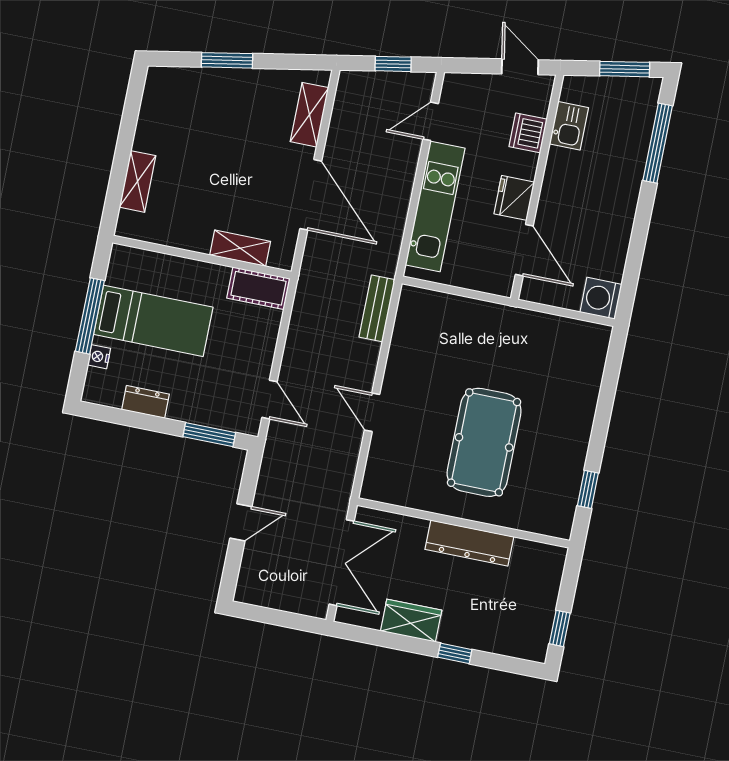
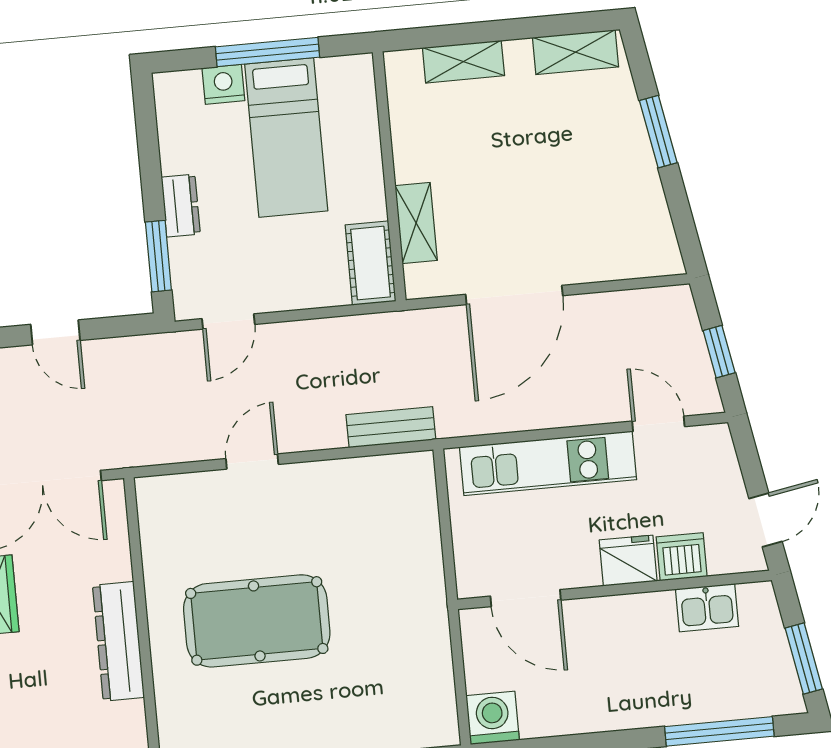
shelving: (309, 115) -> (576, 52), moved
fridge: (514, 198) -> (628, 561), moved
door: (524, 250) -> (526, 598), hinge flipped
nightstand: (99, 357) -> (223, 84), width x1.39, depth x1.35
dresser: (146, 402) -> (181, 206), moved

